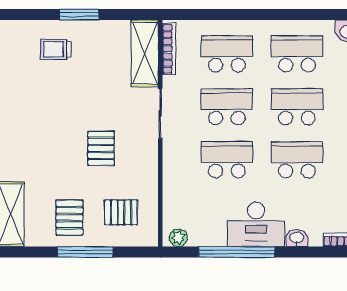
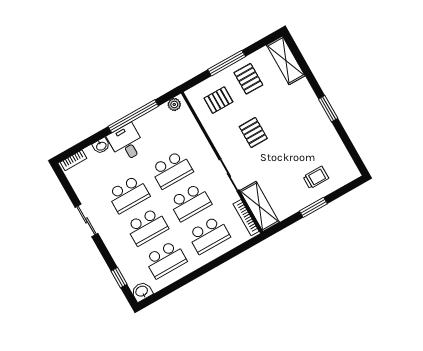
desk: (256, 224) -> (126, 143), width x0.73

